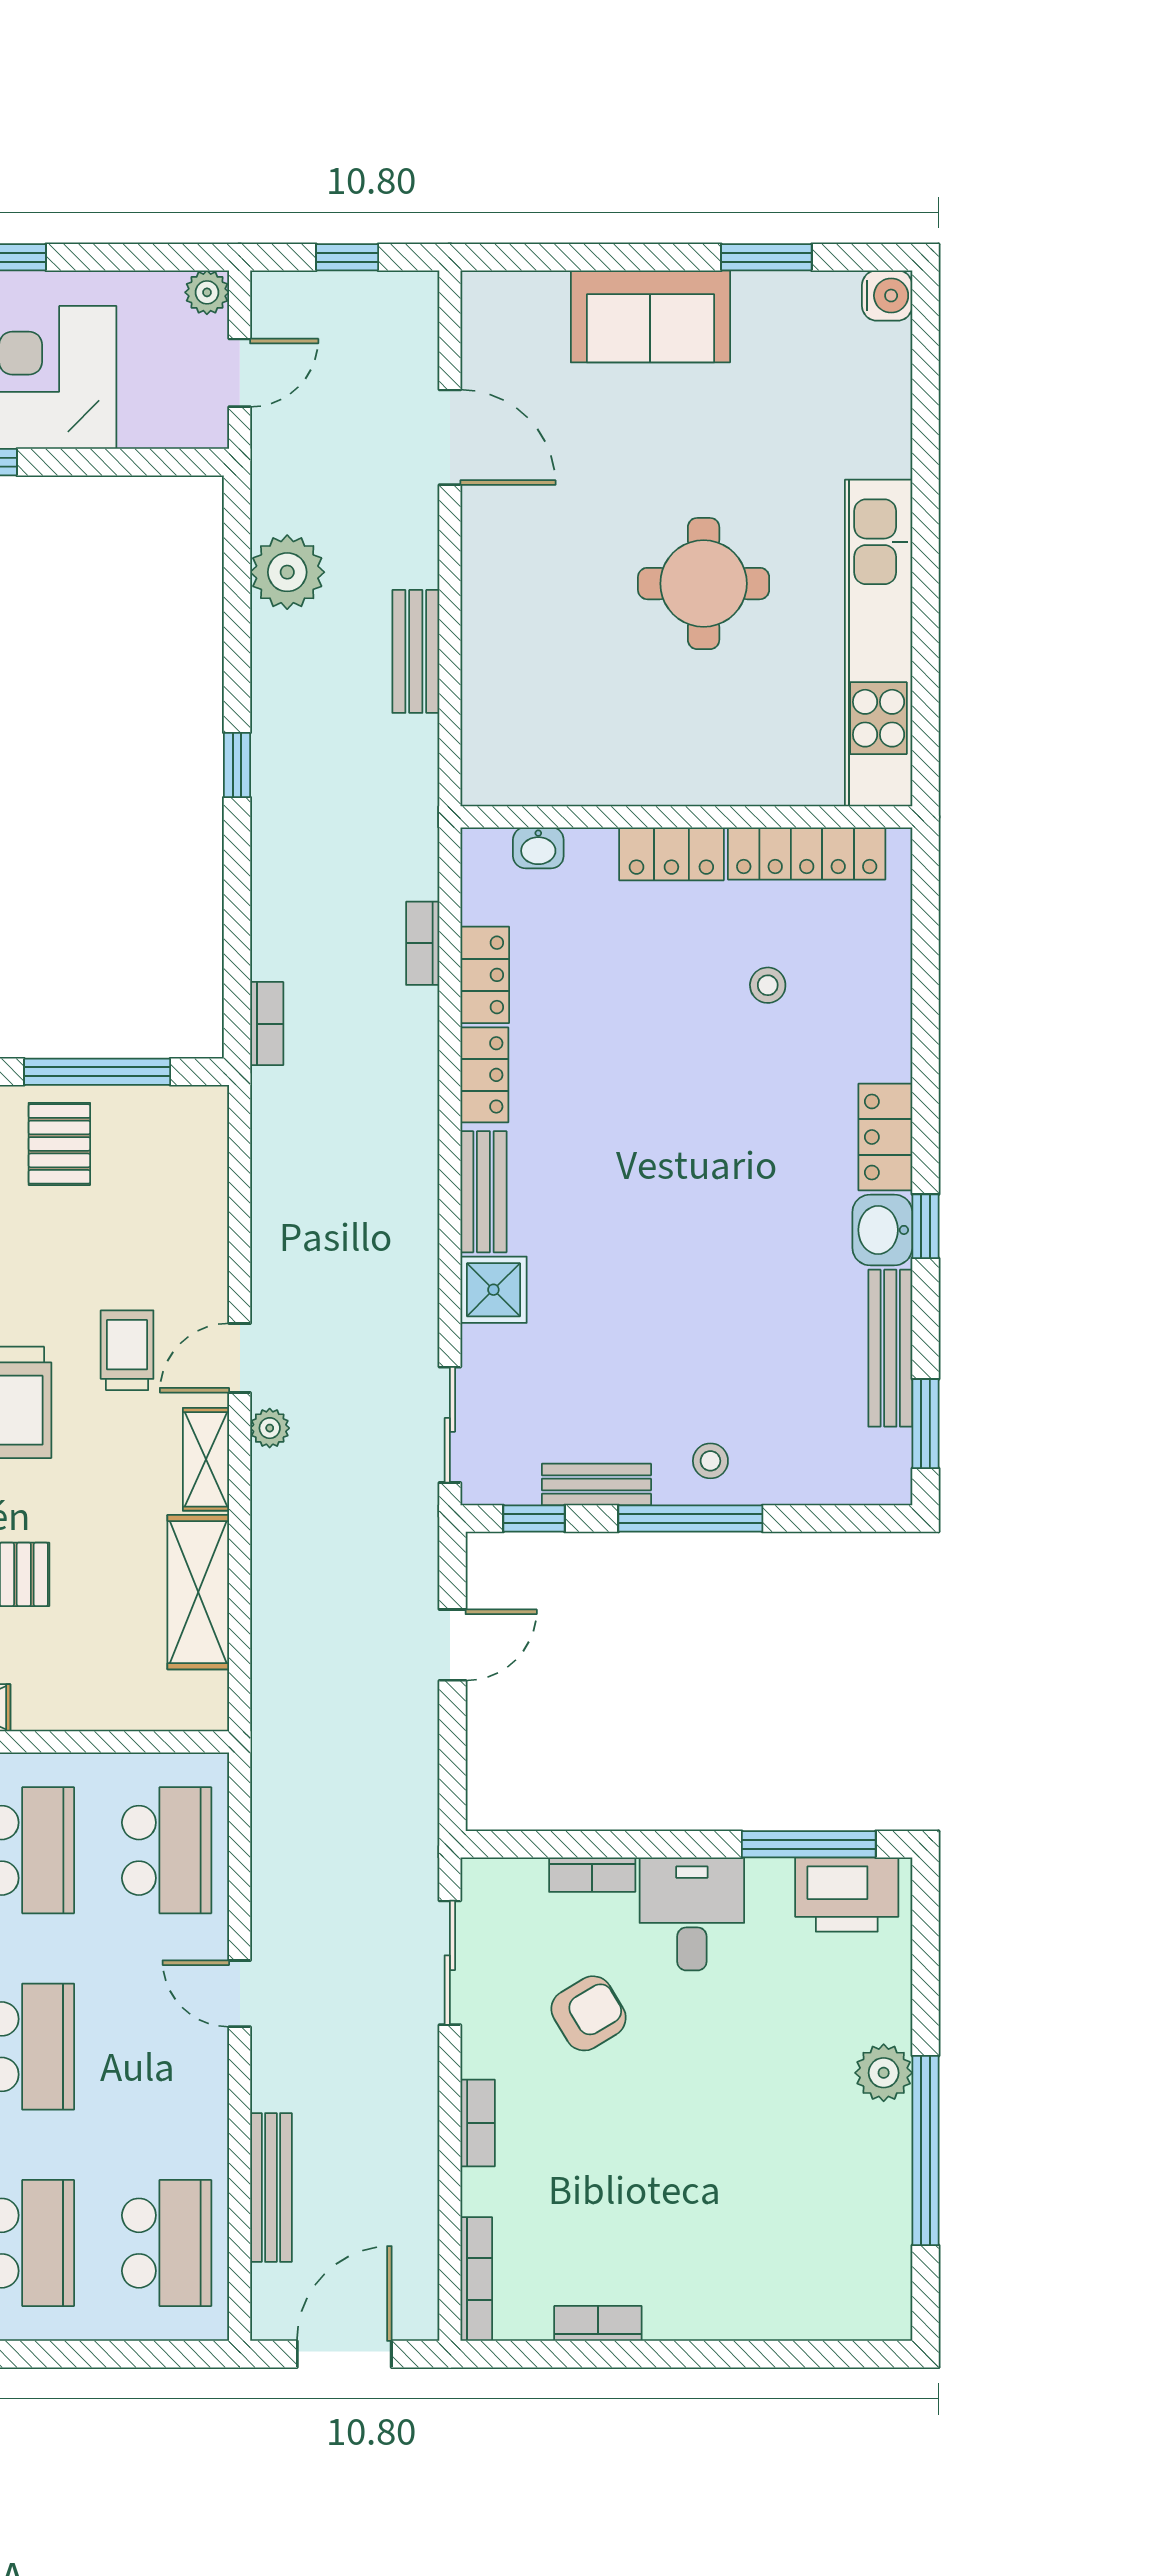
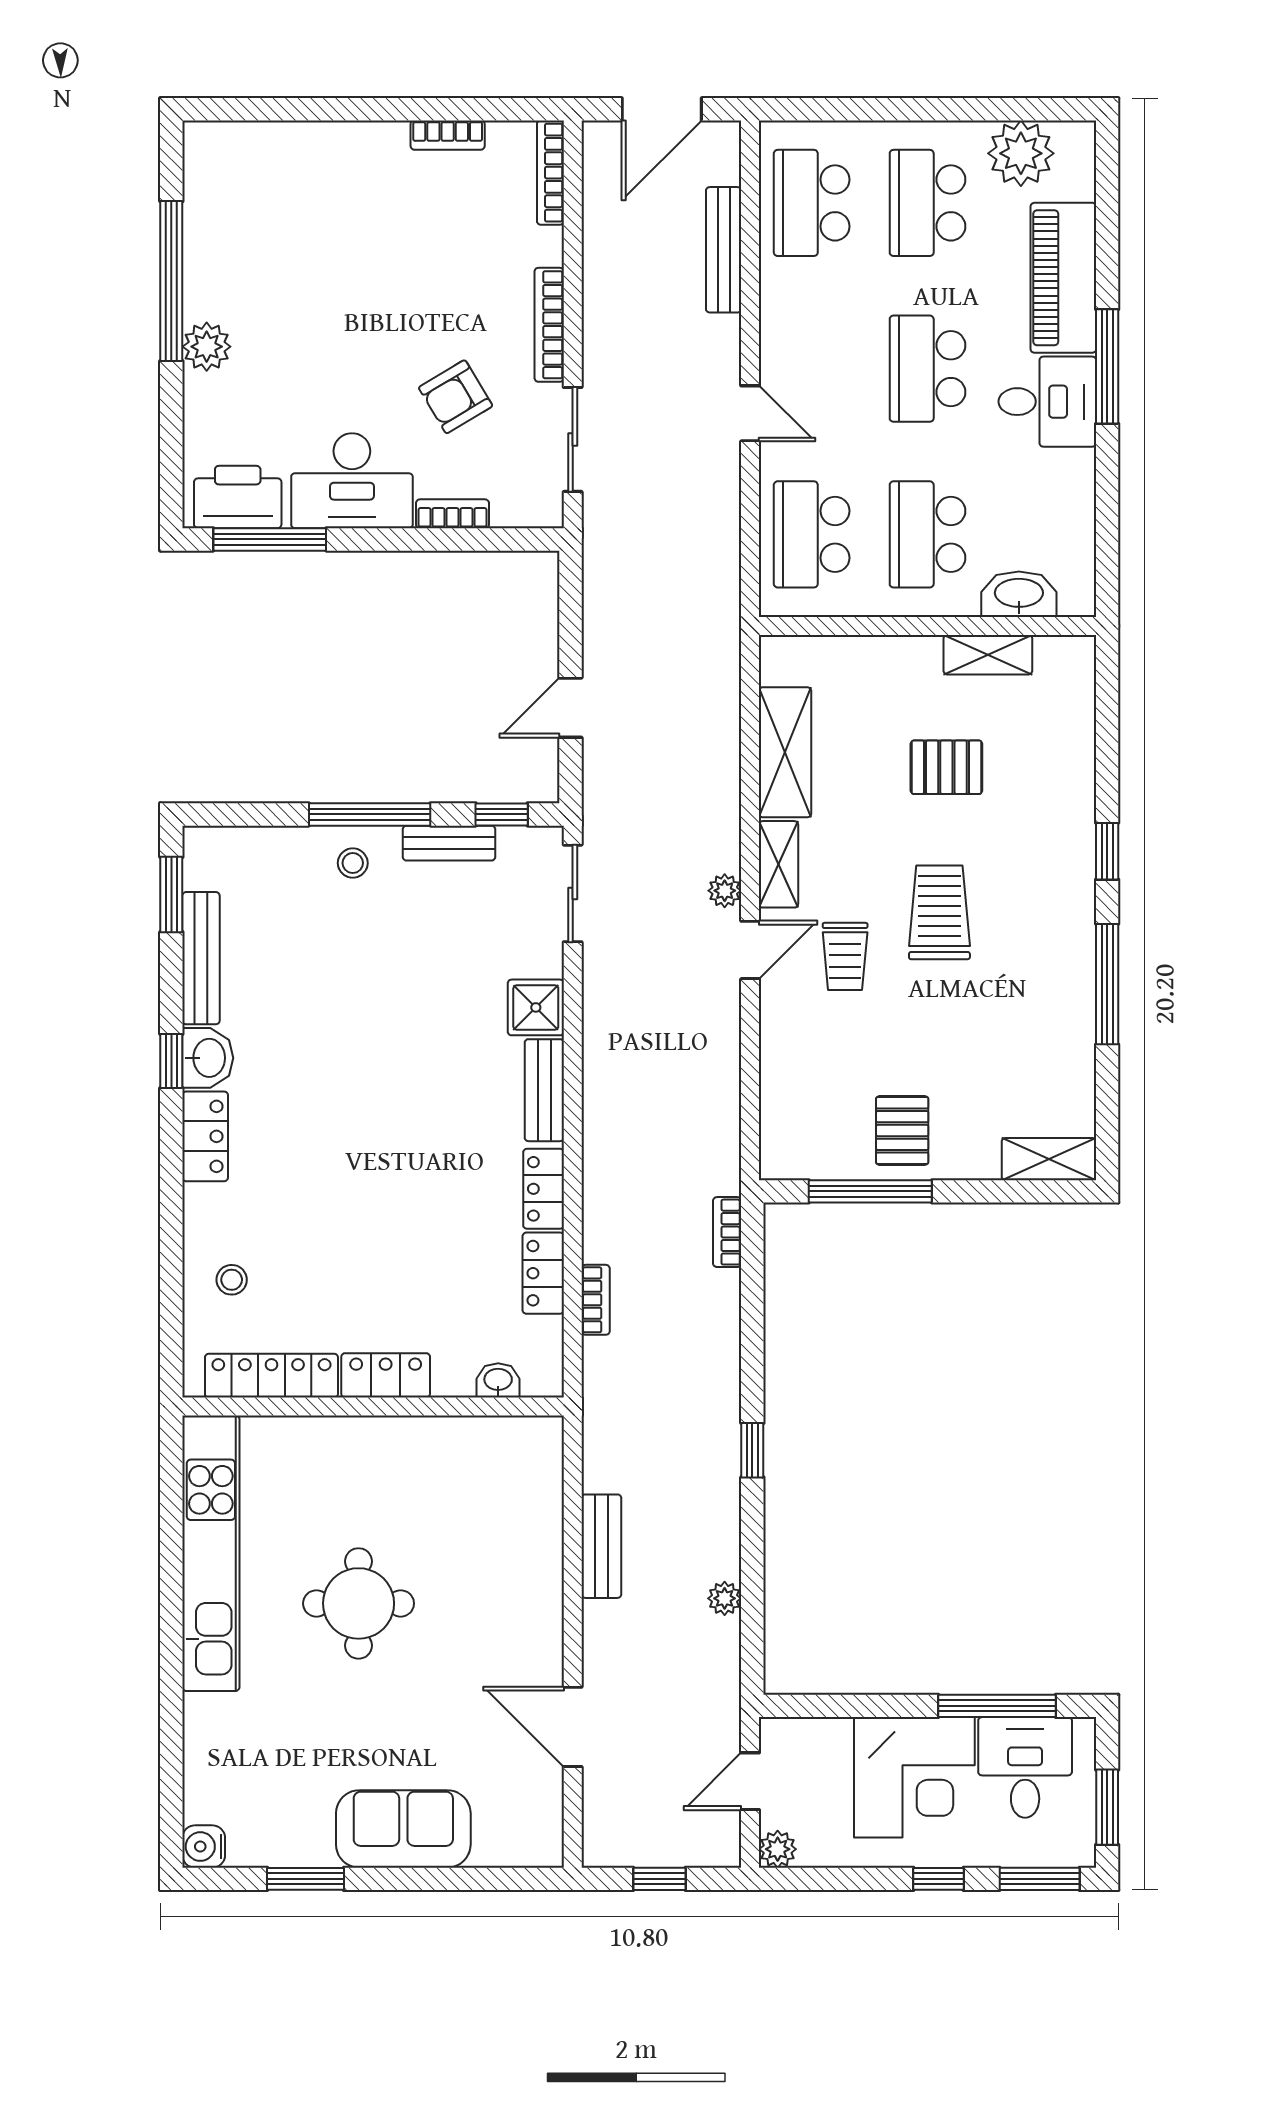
plant: (287, 572) -> (725, 1598), width x0.53, depth x0.53
stool: (768, 985) -> (232, 1280), moved
desk: (692, 1914) -> (352, 481), width x1.37
bookcase: (478, 2123) -> (549, 325), width x1.56

